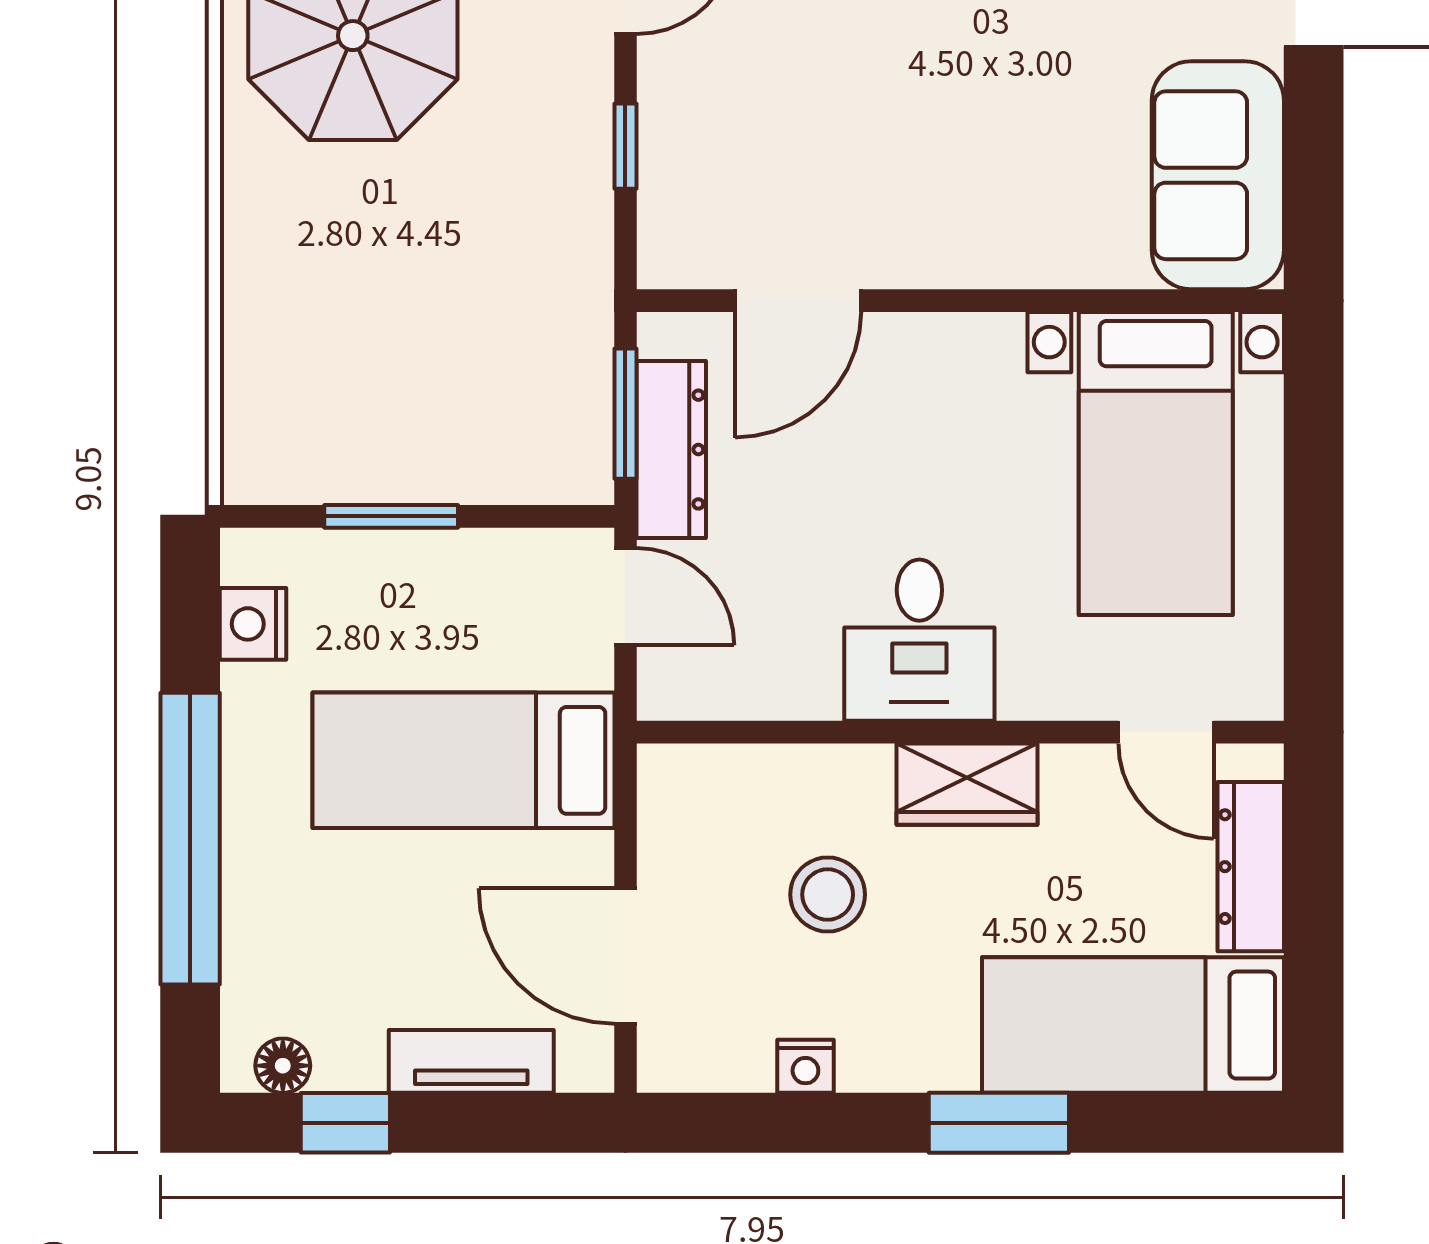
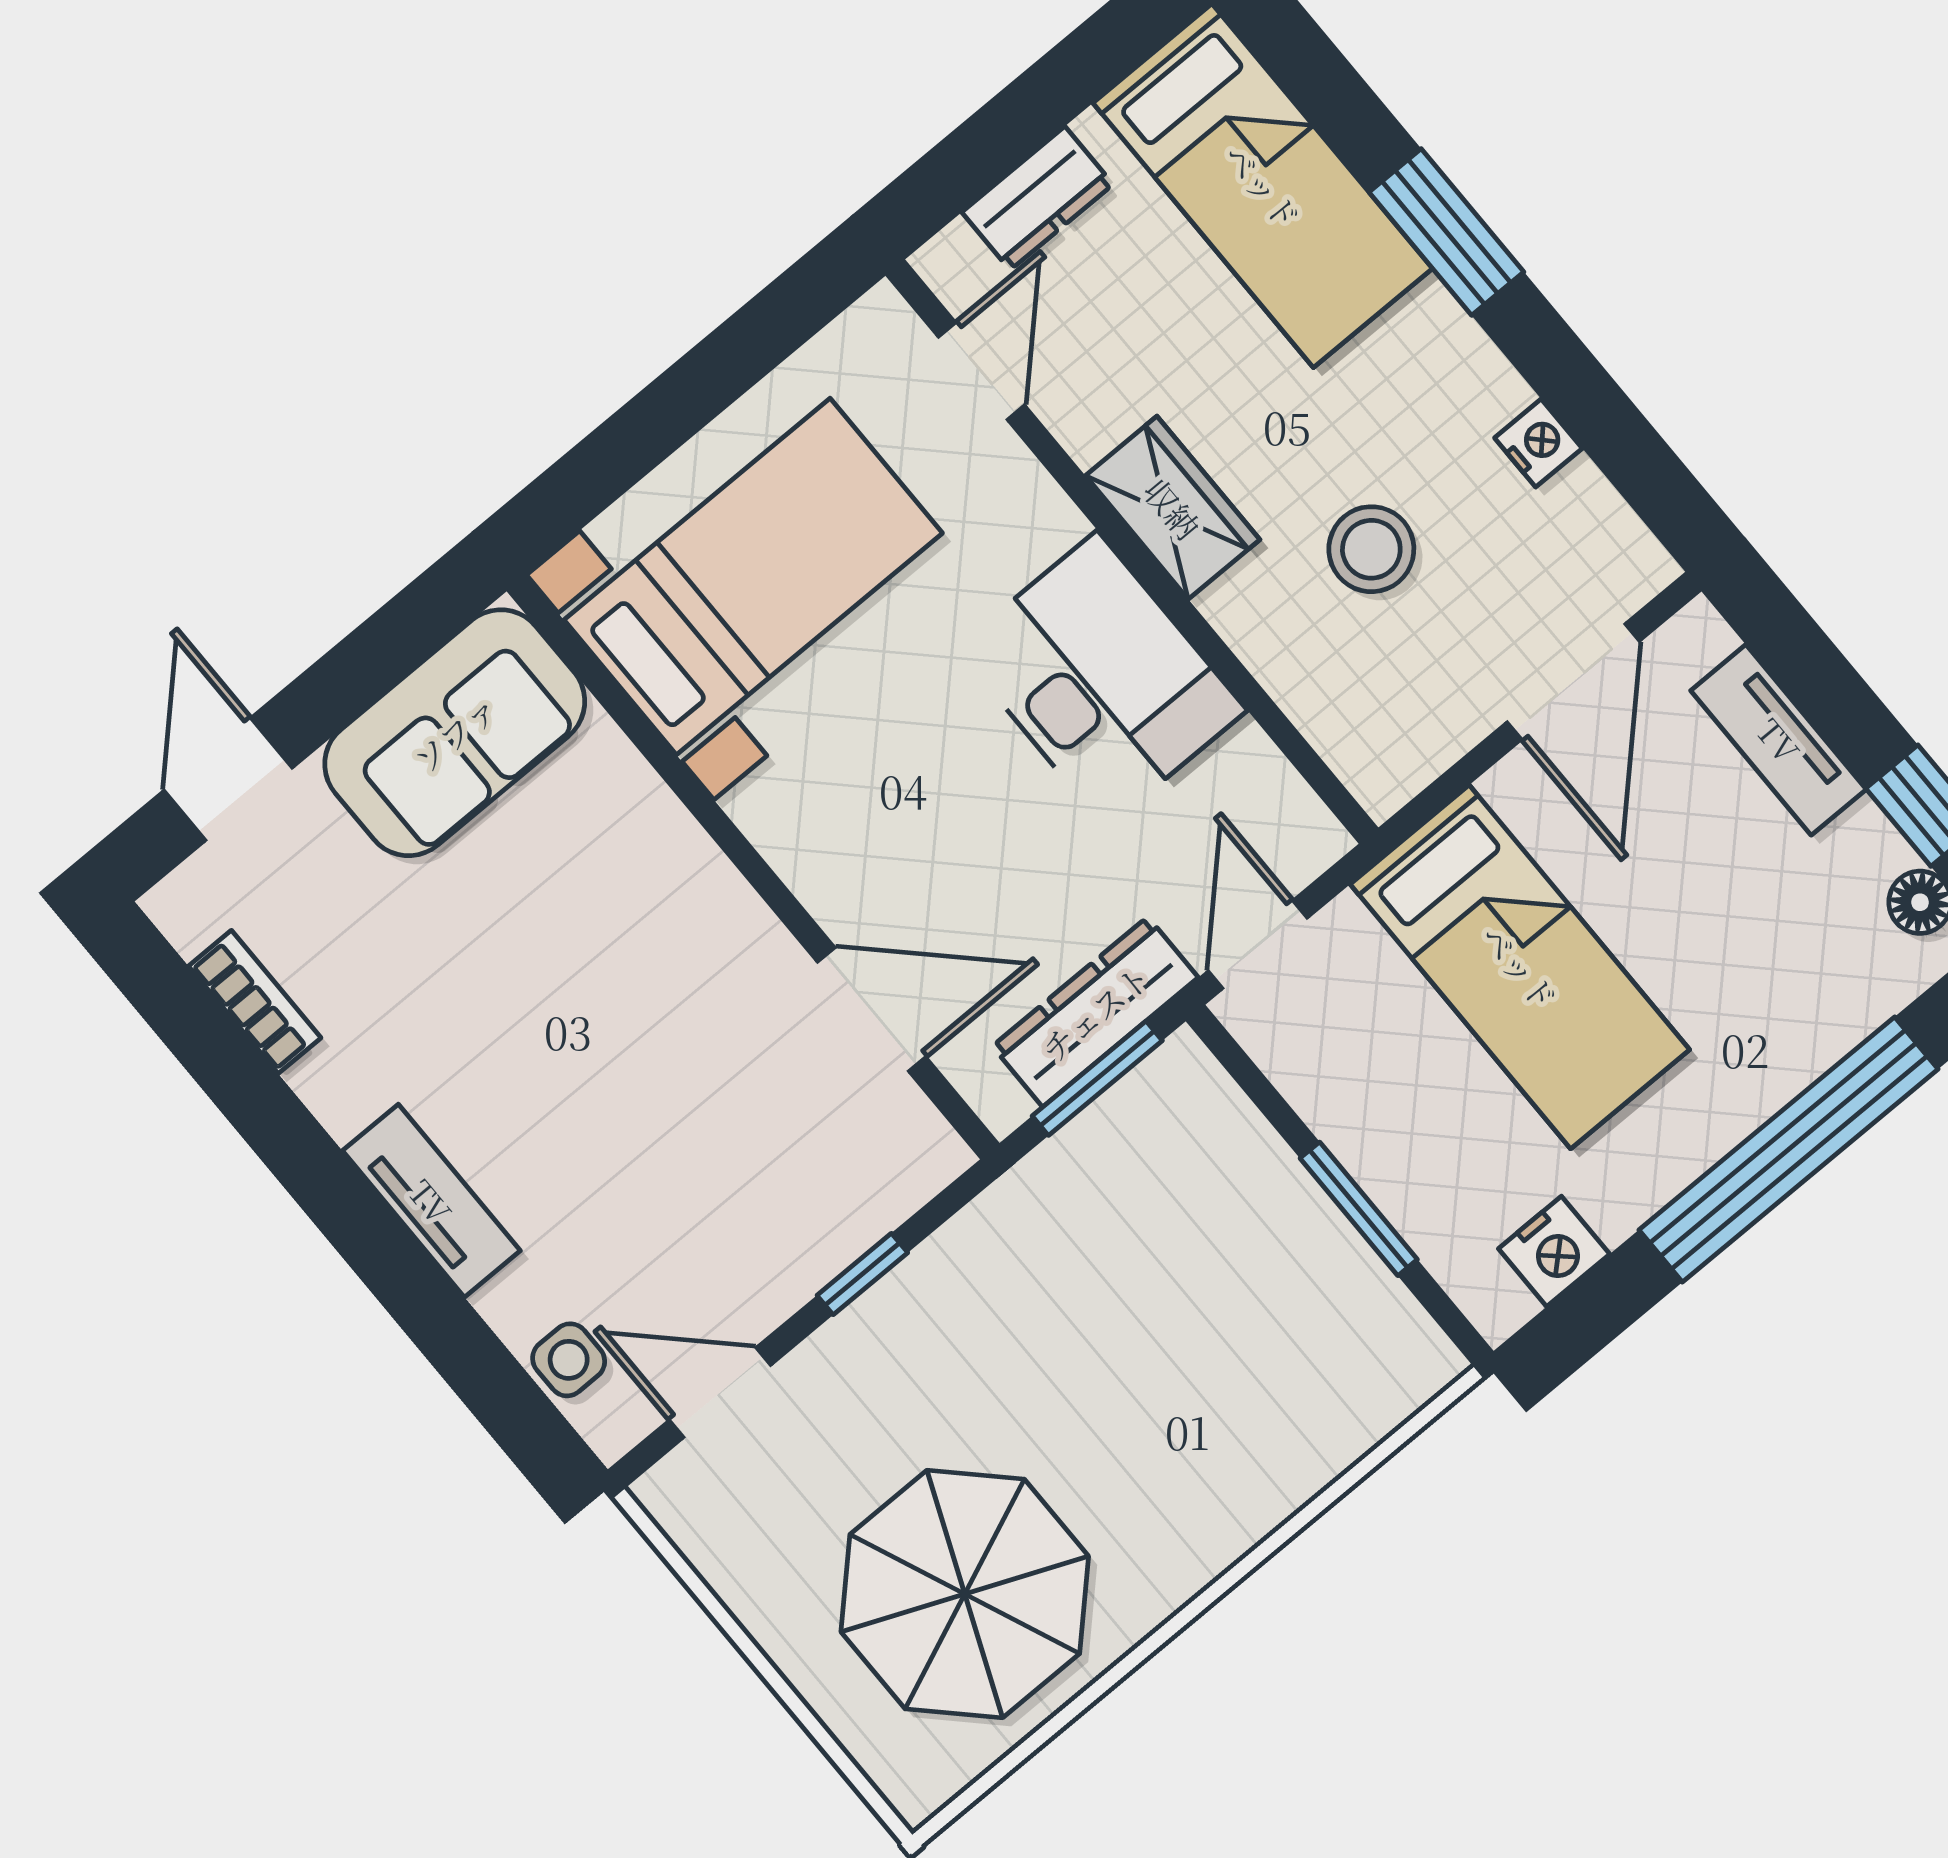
desk: (919, 640) -> (1101, 679), width x1.37
dresser: (1251, 867) -> (1037, 198), width x0.70

